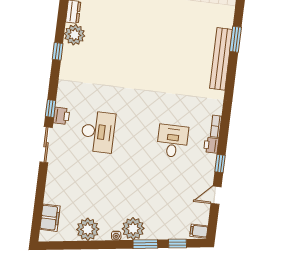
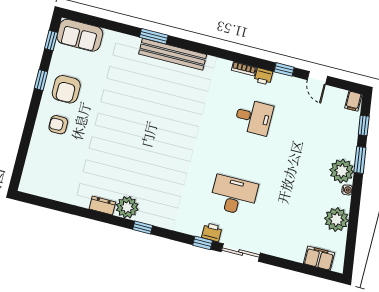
desk: (173, 141) -> (254, 117), turned 180

